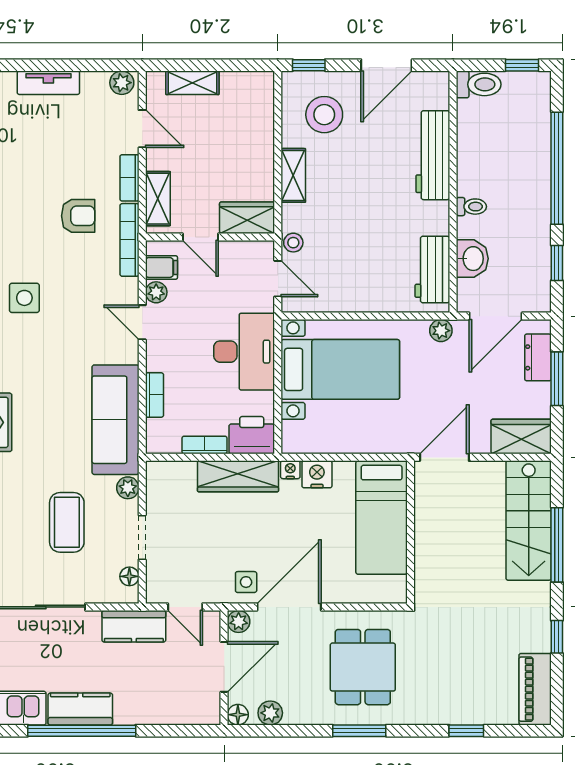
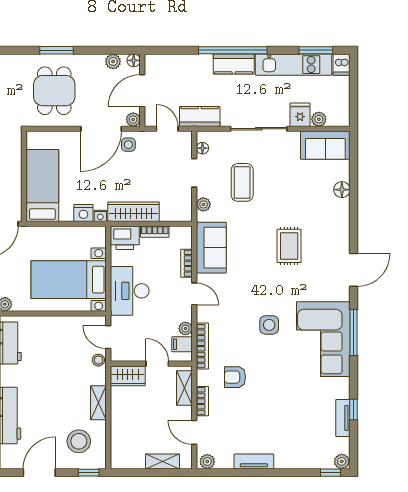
bookcase: (129, 240) -> (202, 346), moved
door: (142, 322) -> (194, 294), moved
sofa: (115, 420) -> (211, 248), width x0.73

